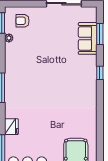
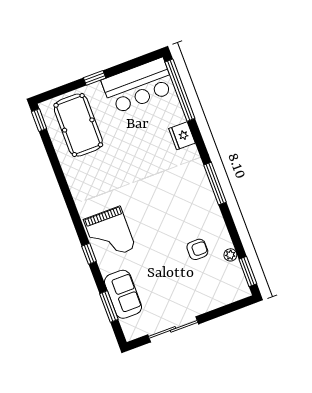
armchair: (22, 21) -> (197, 249), moved
grand piano: (82, 81) -> (110, 234), added

